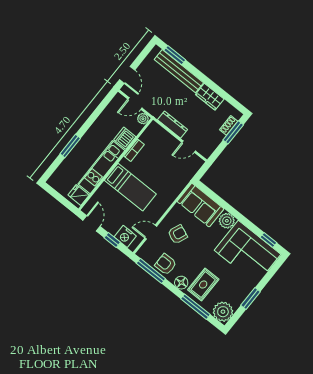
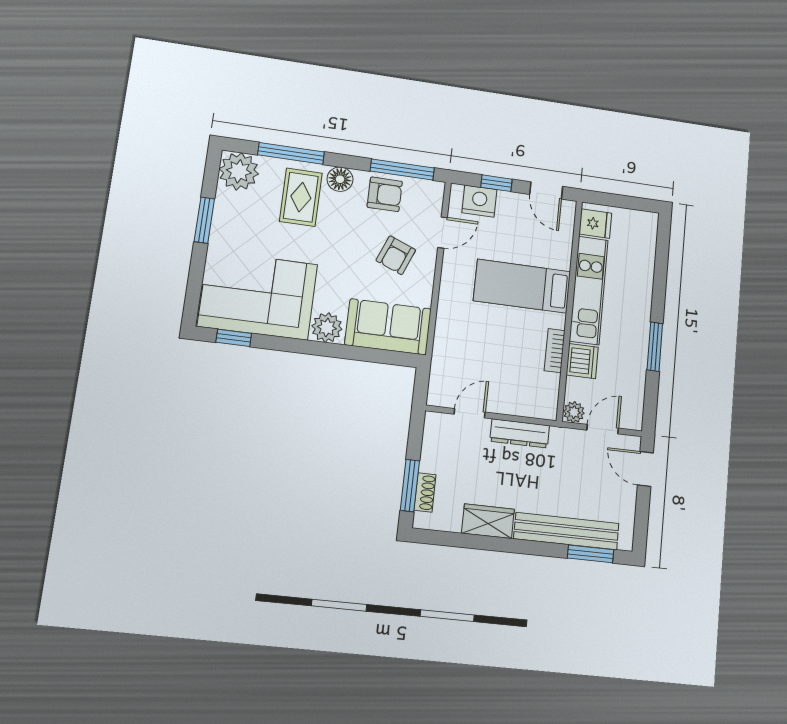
window: (70, 146) -> (655, 347), moved

